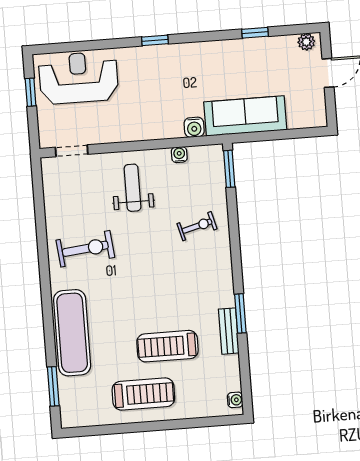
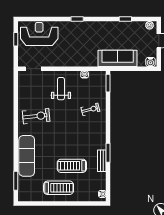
water cooler: (194, 127) -> (150, 62), moved

